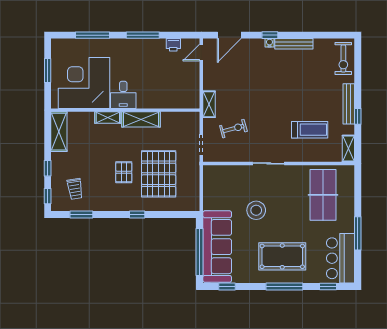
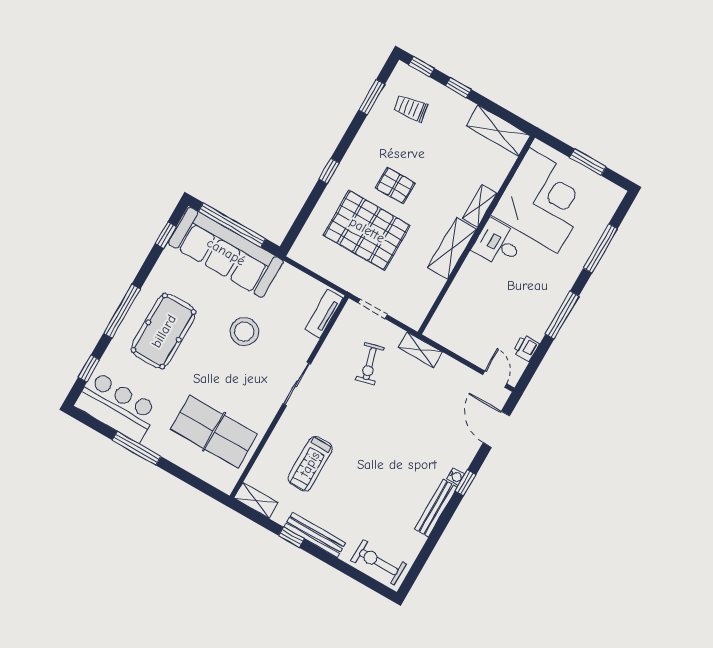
tv unit: (220, 171) -> (324, 314), added

